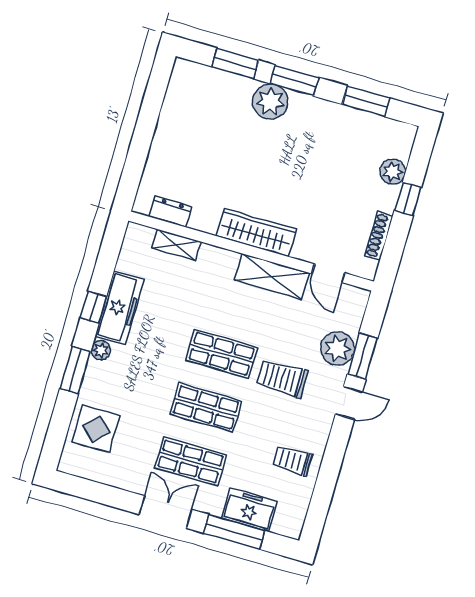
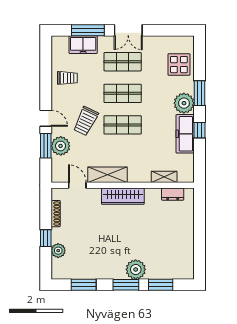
plant: (101, 350) -> (184, 103), width x1.88, depth x1.88
trolley: (282, 378) -> (86, 121), turned 116
door: (349, 403) -> (46, 118), swing flipped

